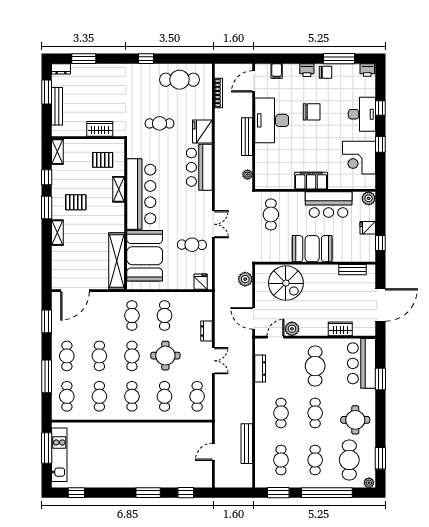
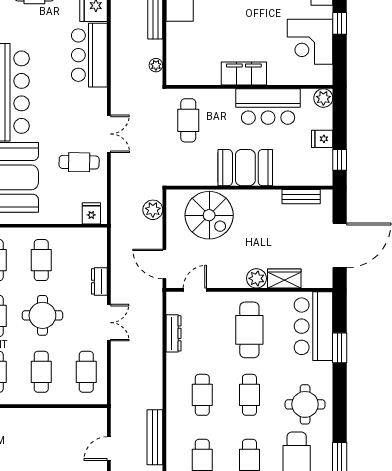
plant: (292, 329) -> (256, 278), moved

